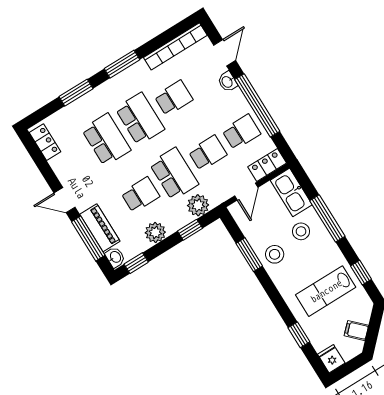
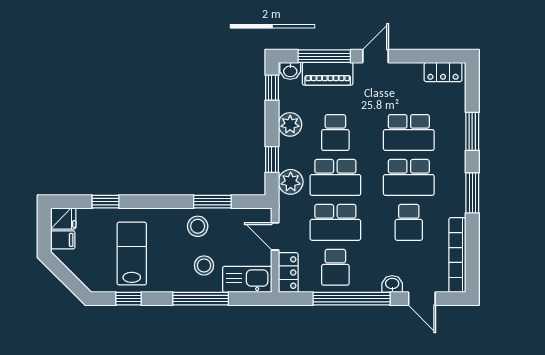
school desk: (208, 153) -> (335, 222), width x1.85
filing cabinet: (356, 331) -> (63, 240), moved, turned 45

